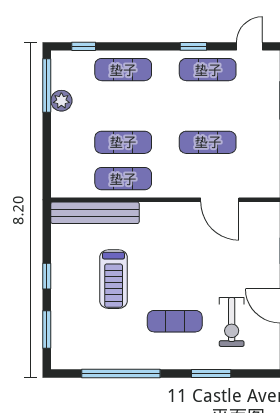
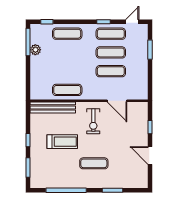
exercise mat: (123, 142) -> (111, 52), moved
treadmill: (114, 279) -> (62, 142), turned -90
exercise bike: (232, 322) -> (93, 121), moved

